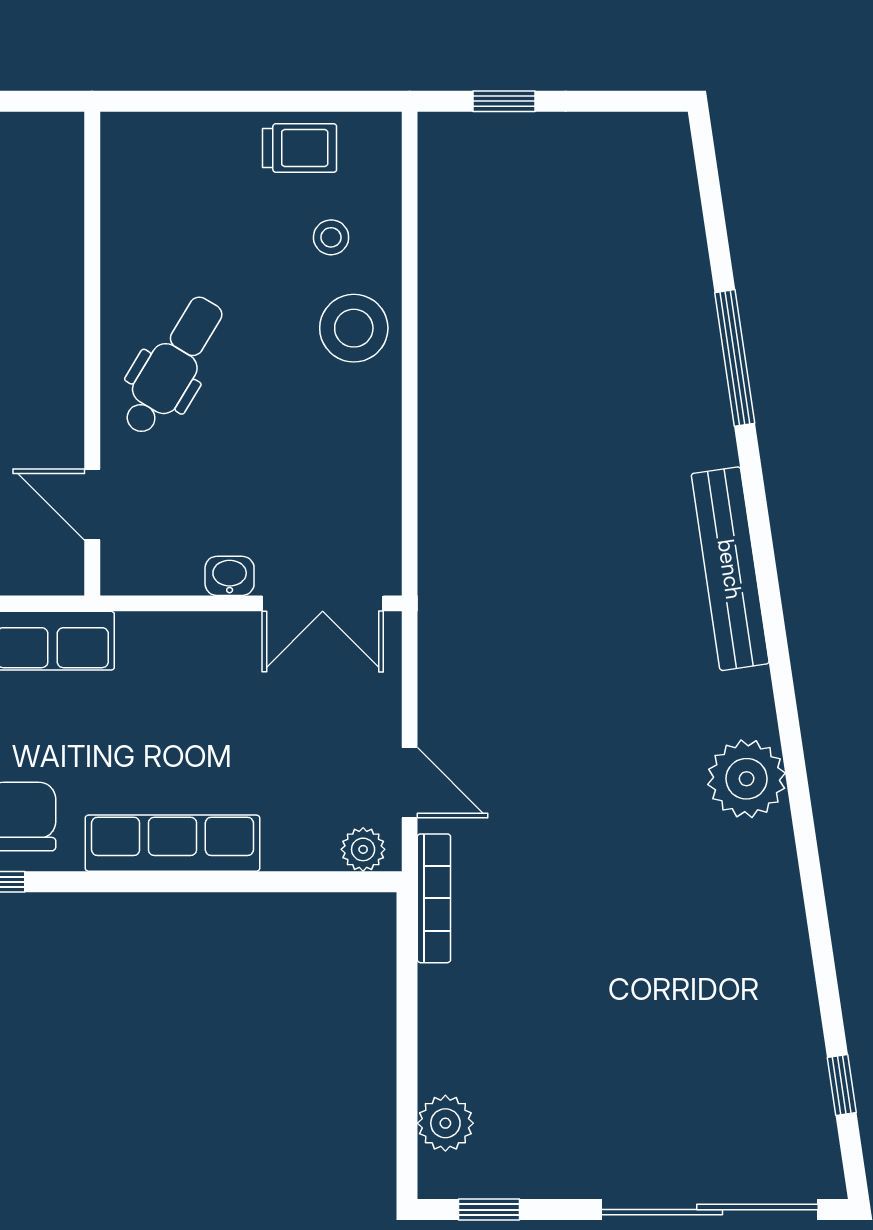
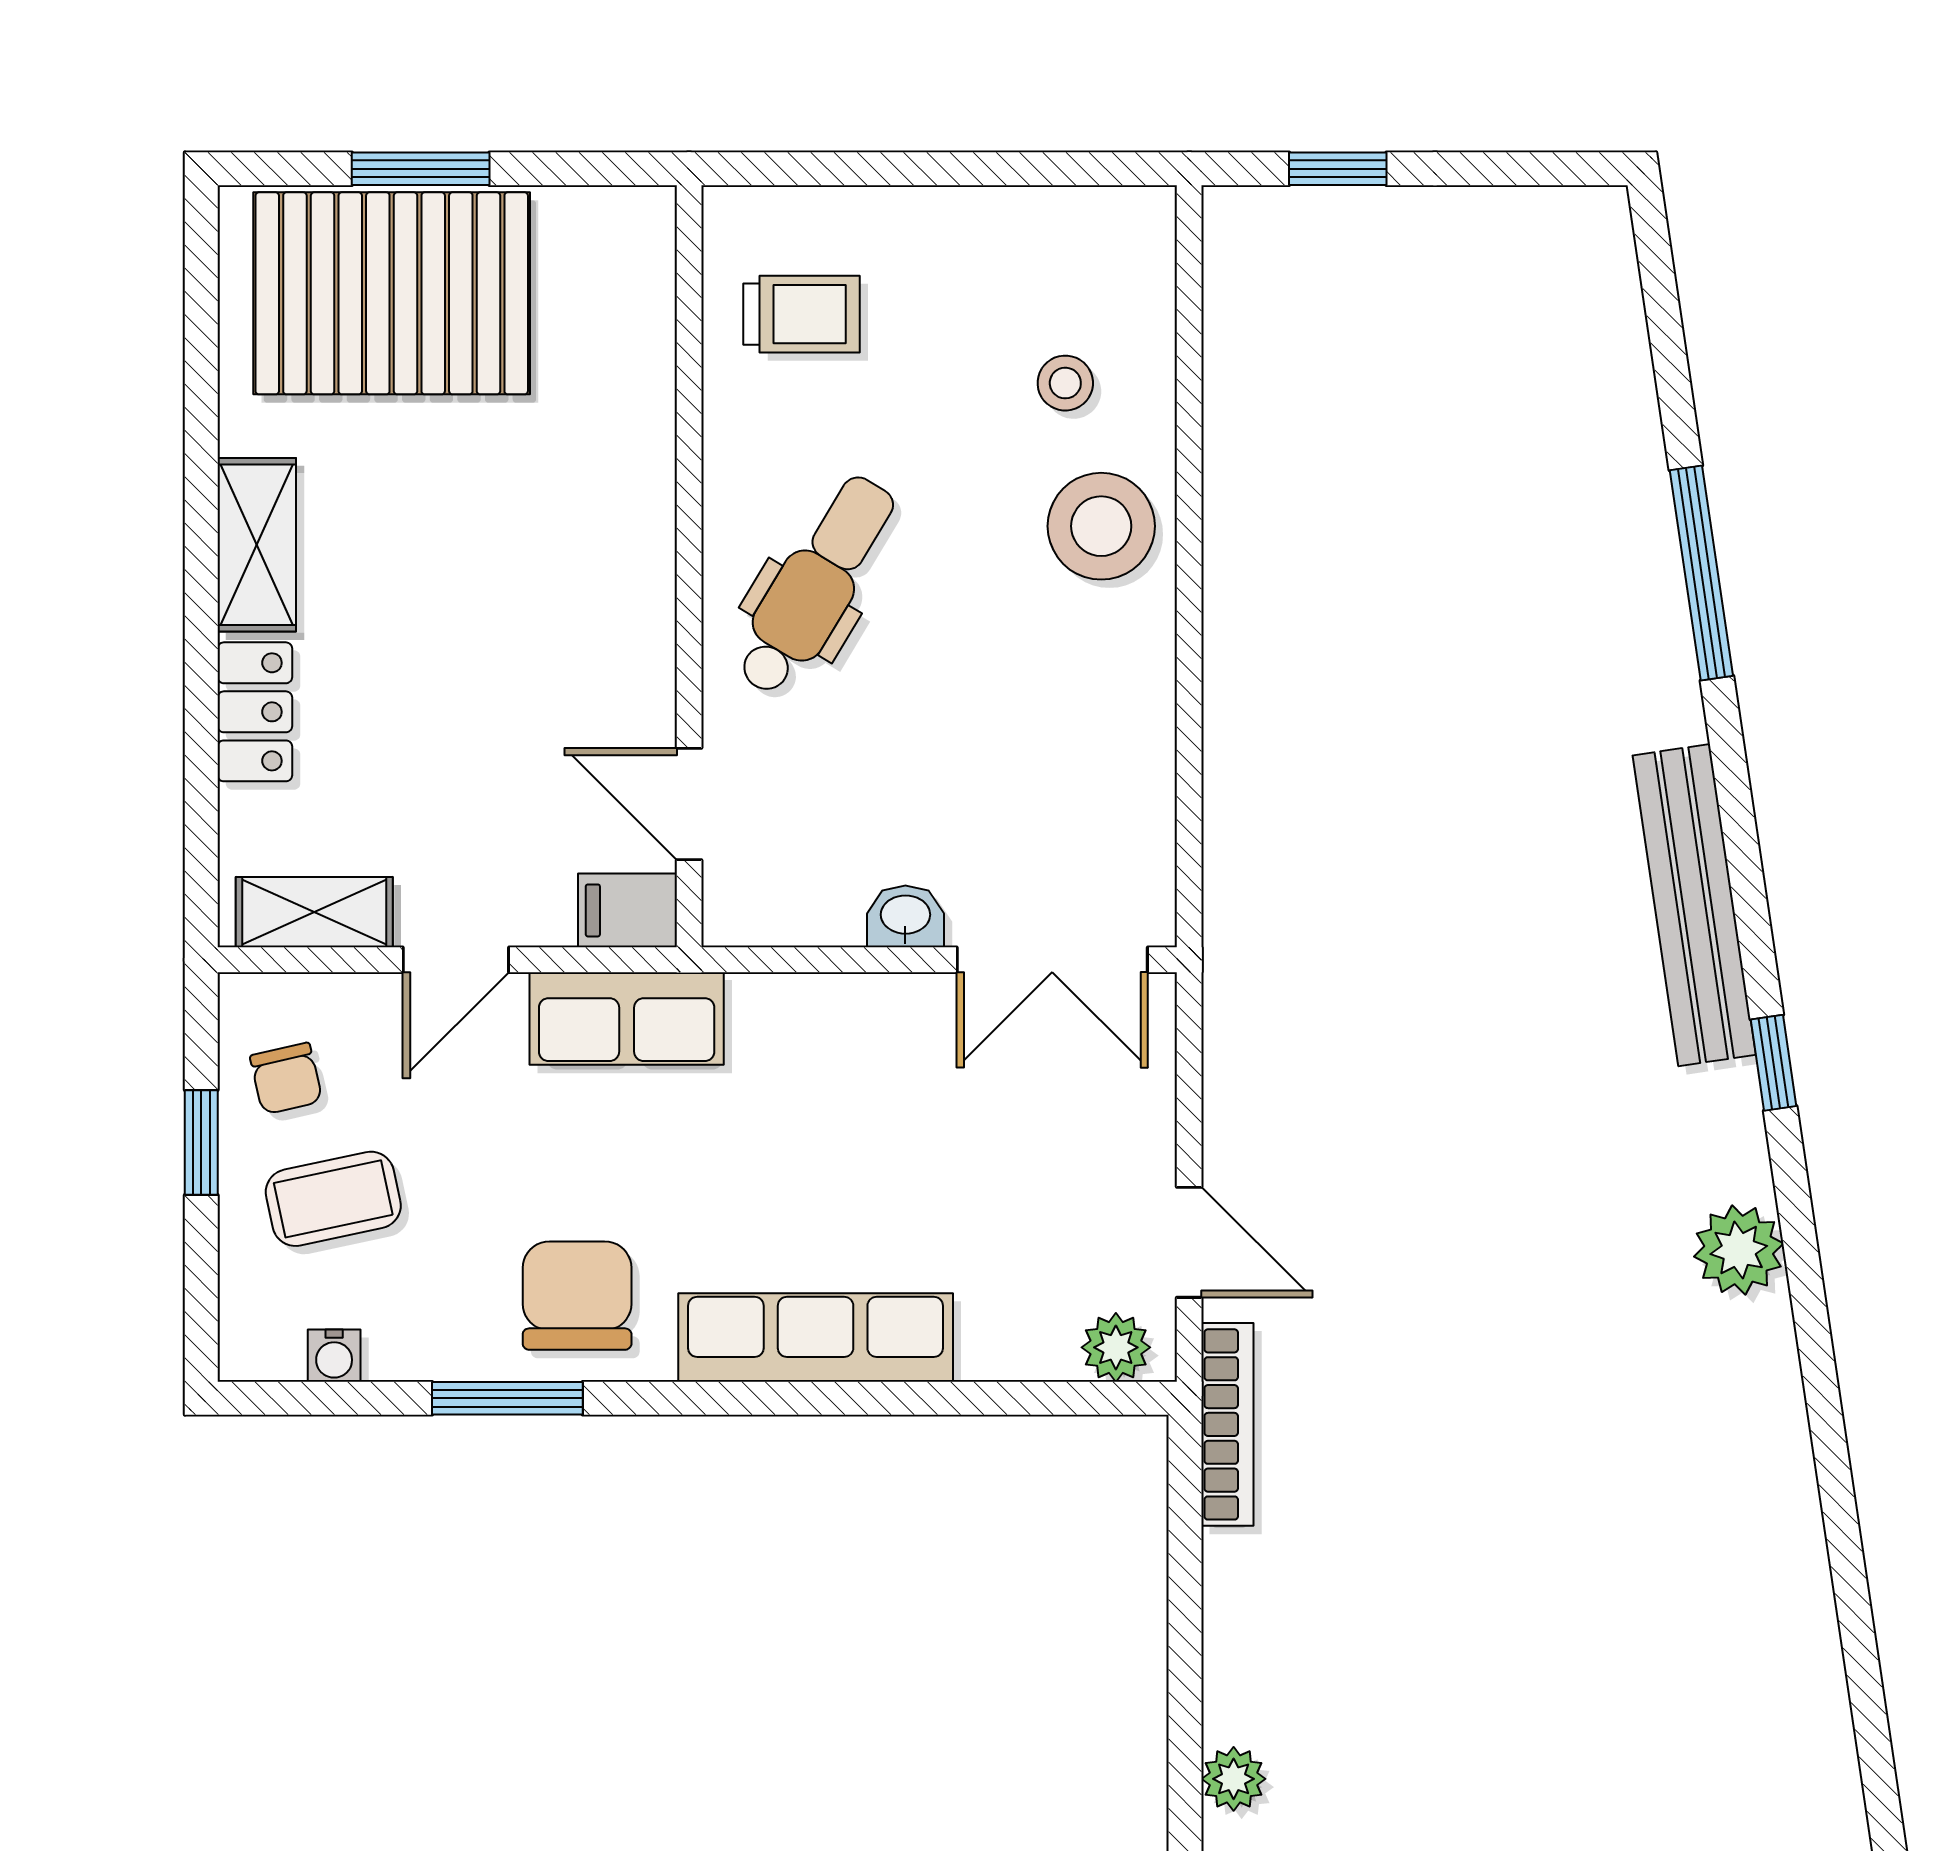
trolley: (300, 148) -> (801, 314), moved
filing cabinet: (53, 572) -> (627, 910), added
plant: (747, 779) -> (1739, 1250), width x0.73, depth x0.73
window: (842, 1085) -> (1773, 1063), moved
plant: (445, 1123) -> (1234, 1779), width x0.73, depth x0.73

